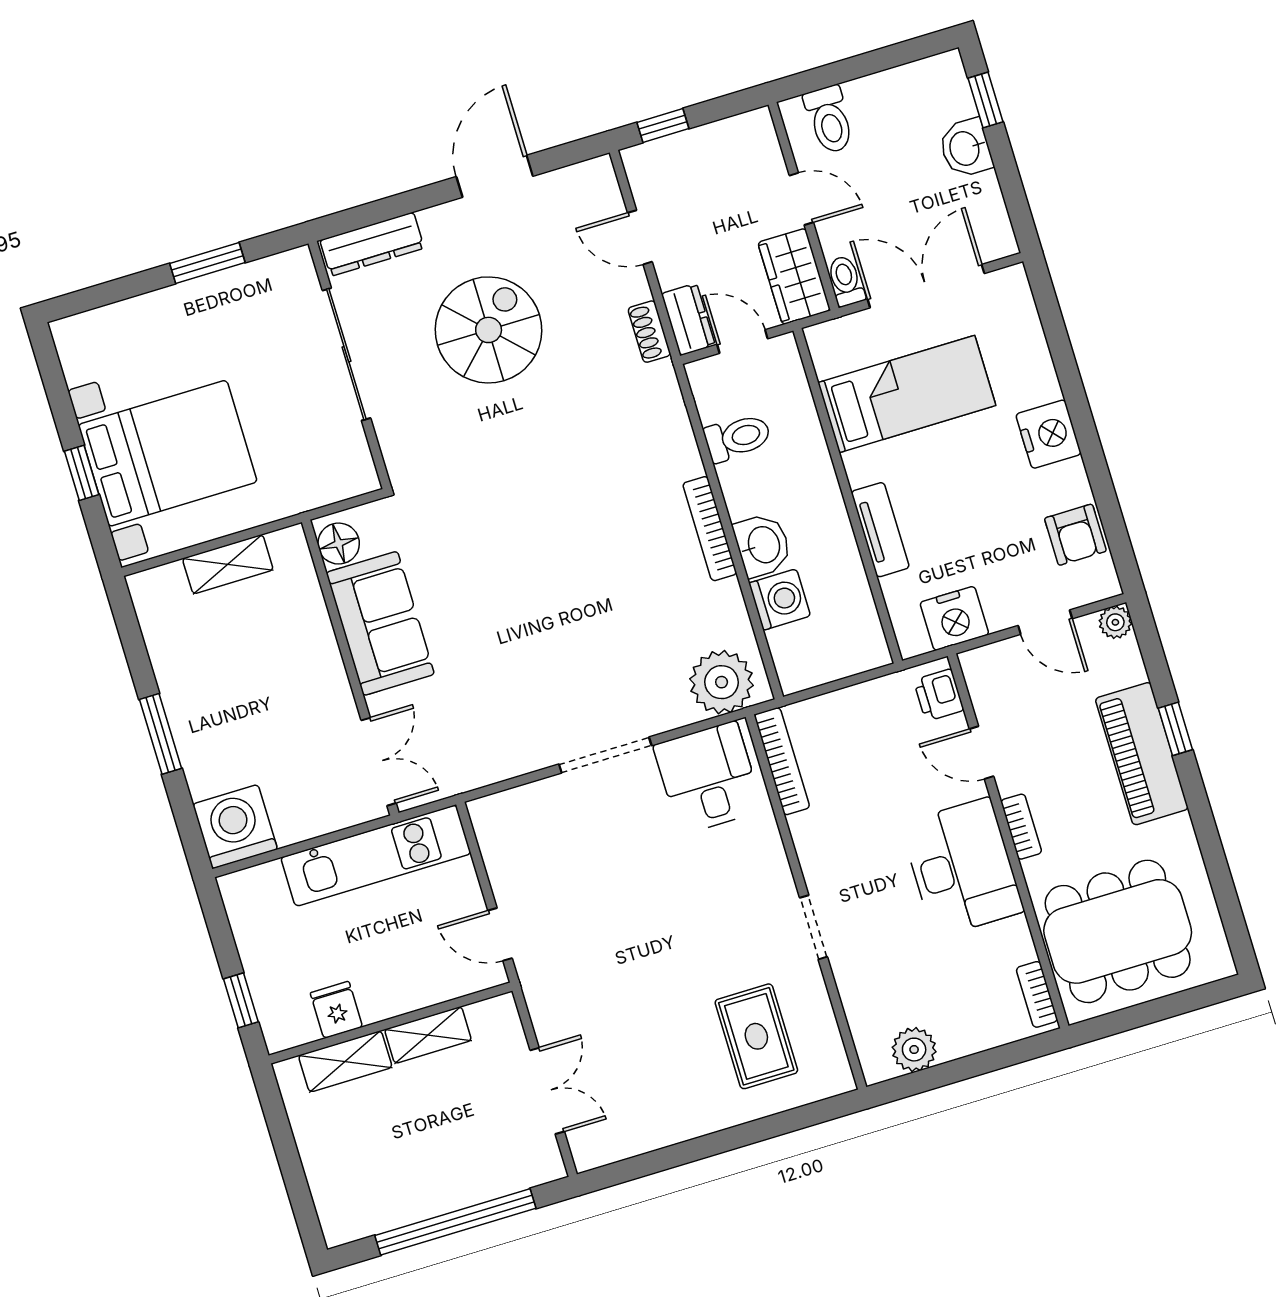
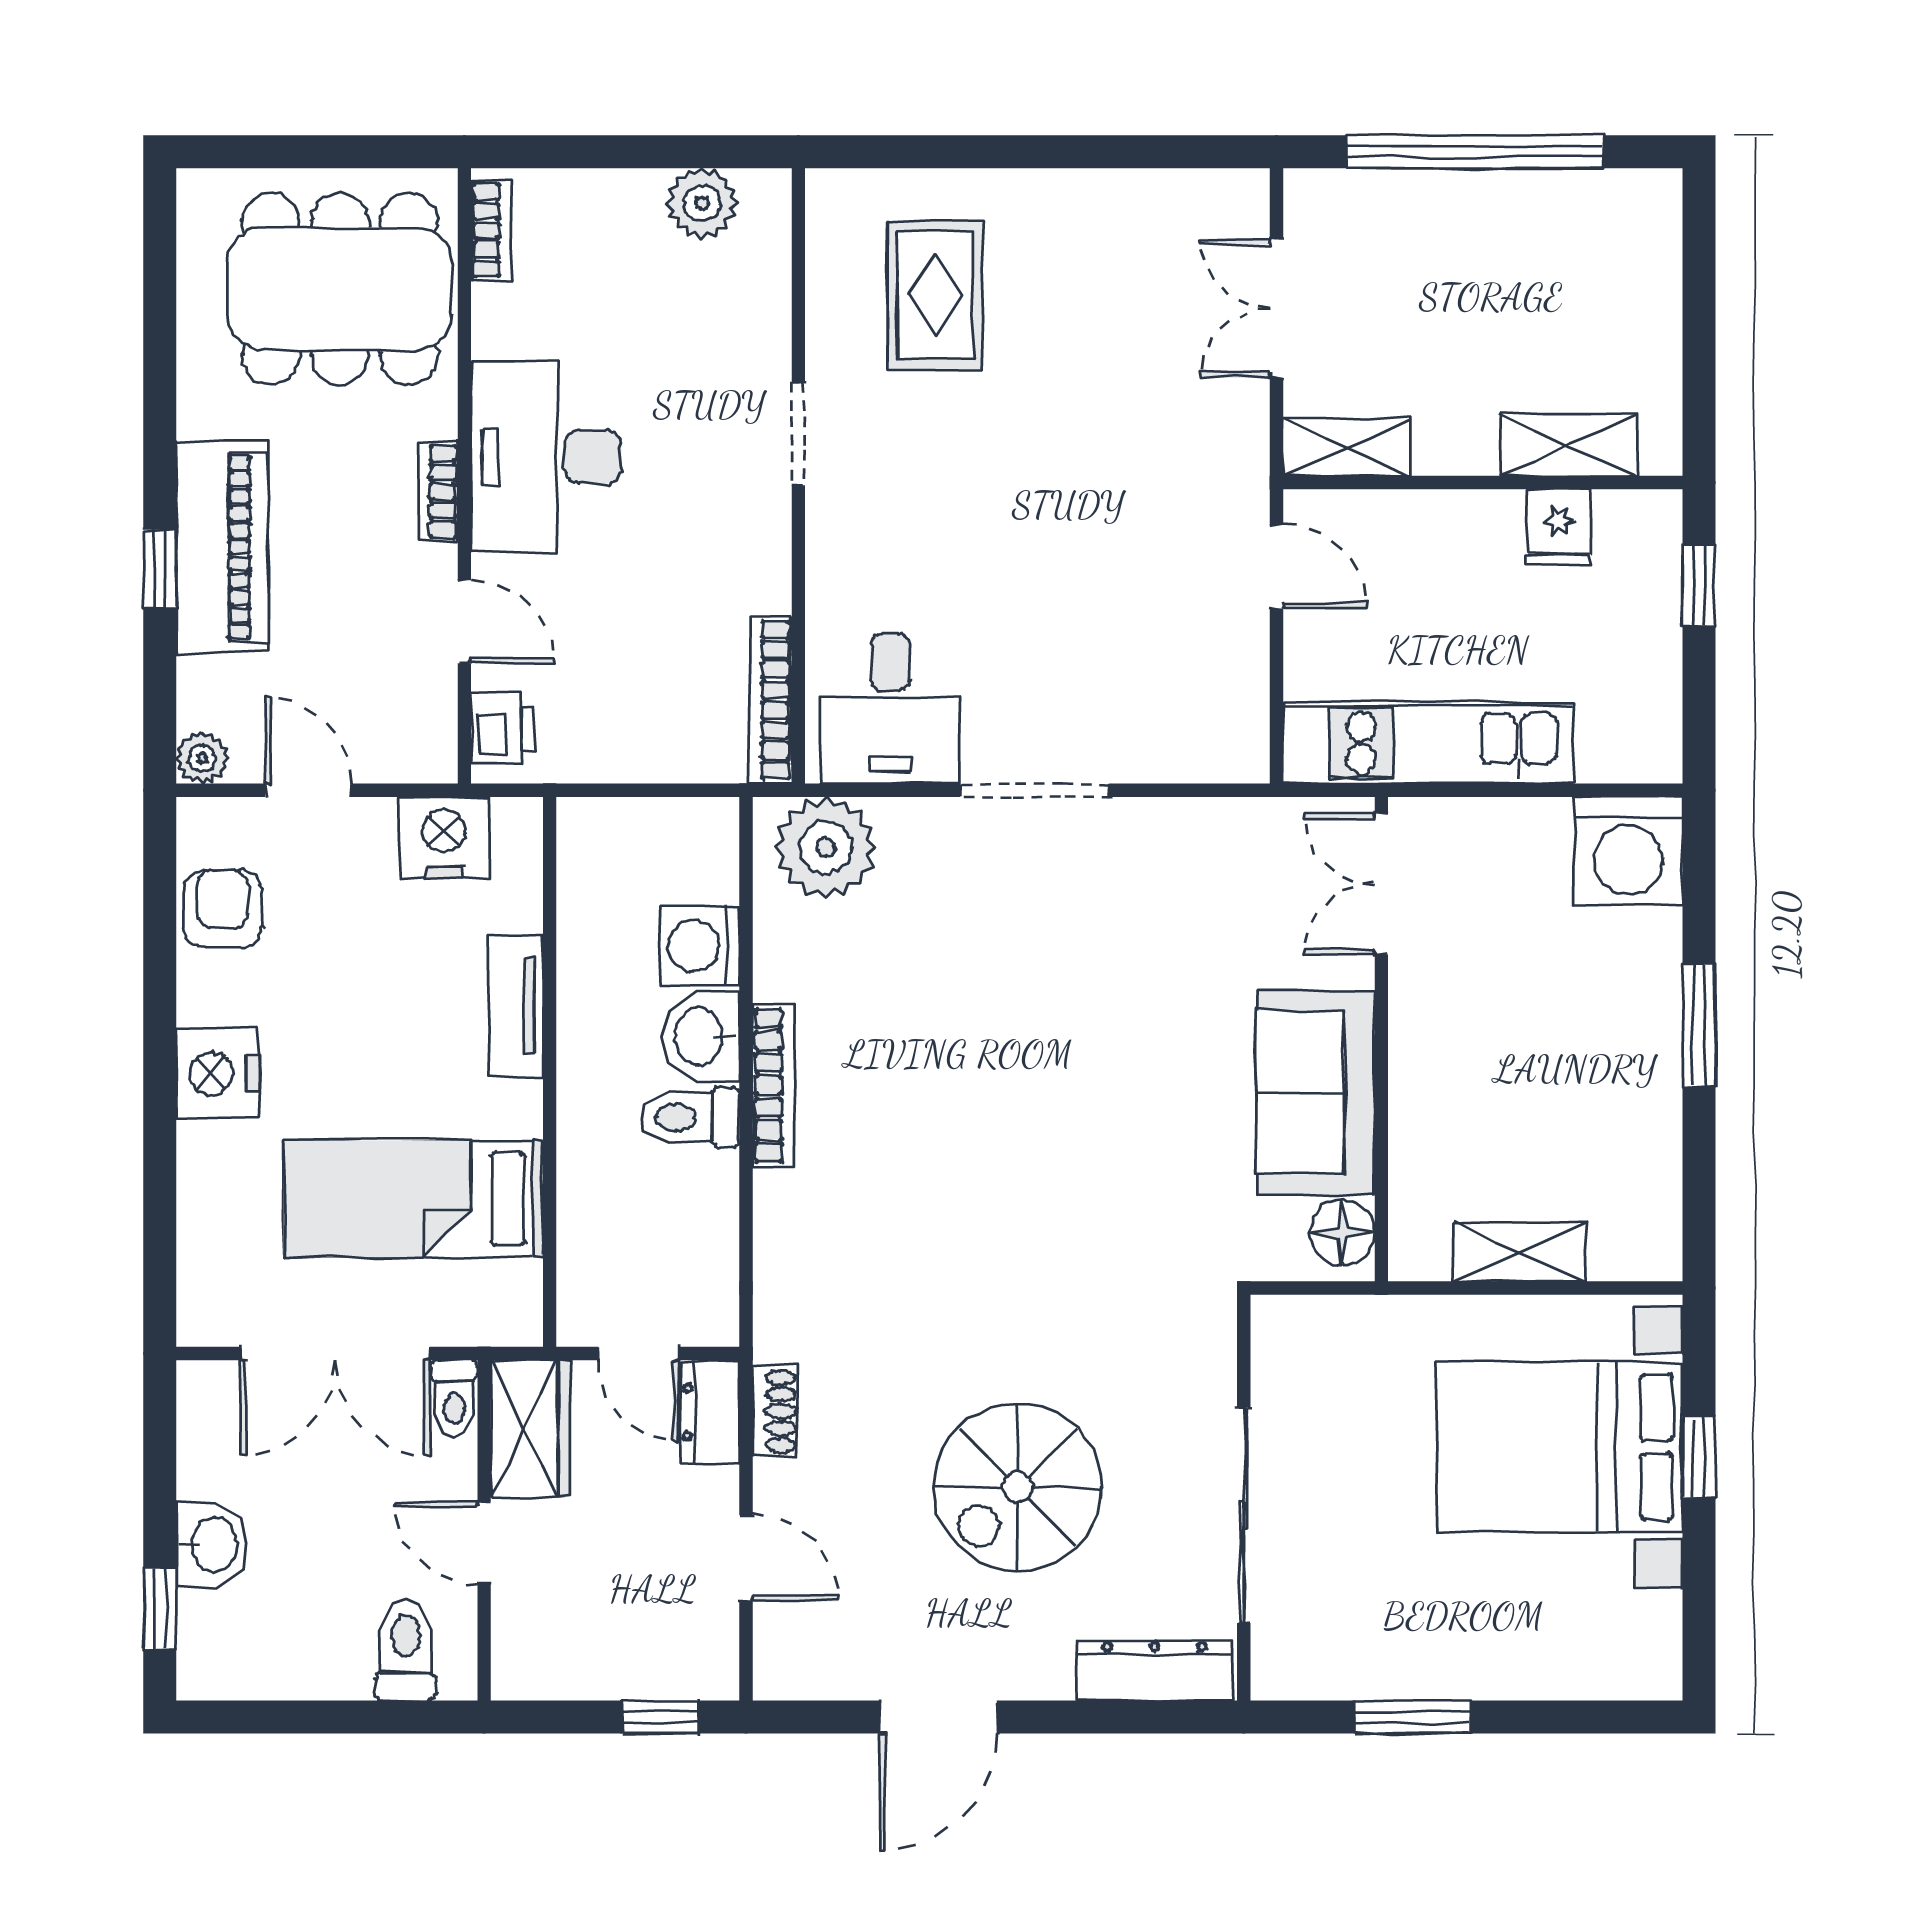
toilet: (738, 438) -> (690, 1117), moved
shelving: (428, 1035) -> (1347, 447), moved

